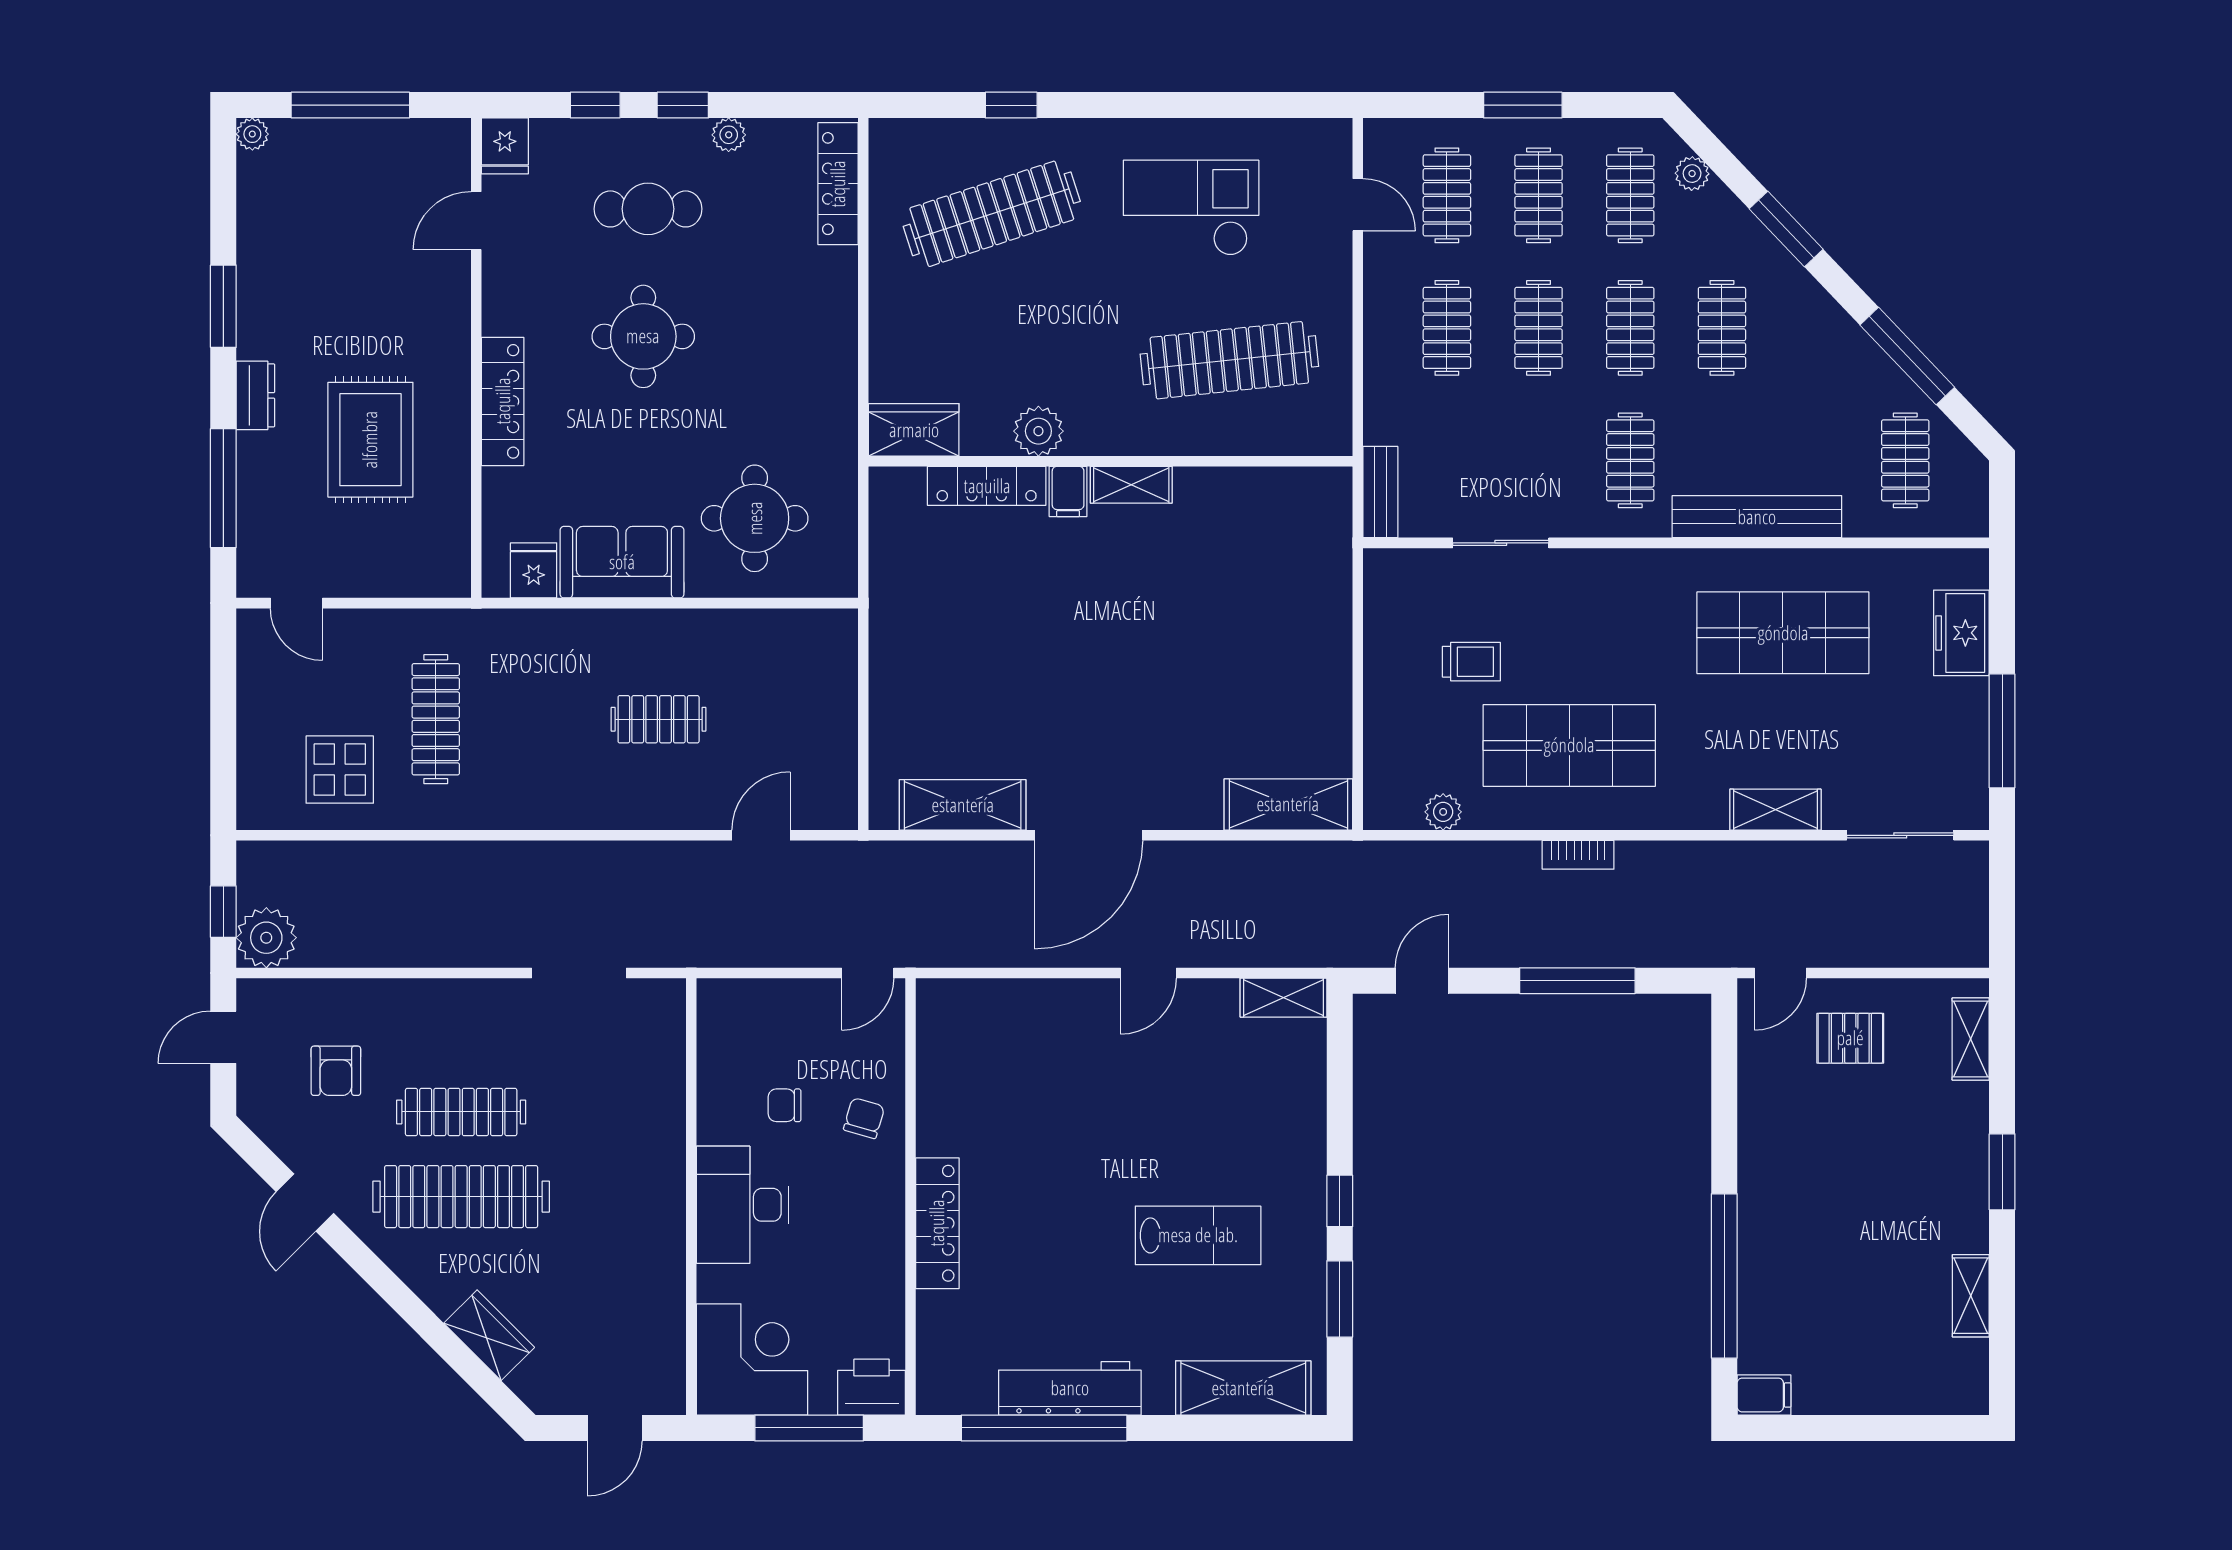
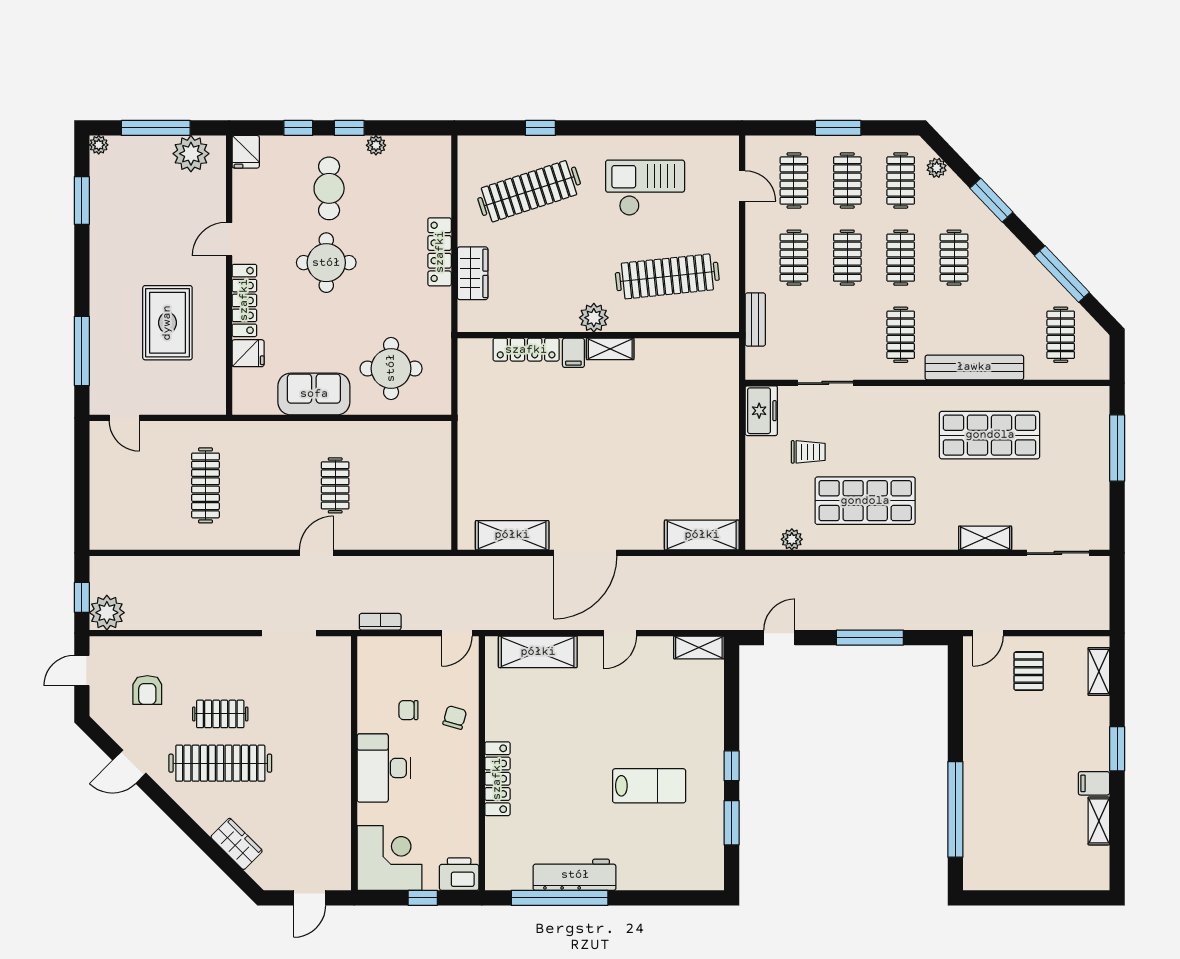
plant: (411, 149) -> (191, 154), added
locker: (838, 184) -> (440, 252), moved
cafe table: (648, 209) -> (329, 188), turned 90
door: (476, 221) -> (229, 239), moved
window: (223, 306) -> (82, 200), moved
dresser: (255, 395) -> (101, 297), removed
wardrobe: (914, 430) -> (473, 273), moved, turned 90
plant: (1038, 431) -> (594, 318), moved
bench: (1380, 492) -> (755, 319), moved
fridge: (534, 570) -> (248, 353), moved, turned 90
freezer: (1961, 633) -> (761, 411), moved, turned 180
clothes rail: (659, 719) -> (335, 485), turned 90
window: (2002, 731) -> (1117, 448), moved
display table: (340, 770) -> (150, 515), removed
door: (761, 835) -> (316, 553), moved
bookcase: (1578, 855) -> (380, 622), moved, turned 180
pallet: (1850, 1038) -> (1029, 671), turned 90
clothes rail: (461, 1112) -> (220, 714), width x0.73
door: (305, 1203) -> (129, 767), hinge flipped
shelving: (1243, 1388) -> (538, 652), moved
filing cabinet: (1764, 1395) -> (1094, 783), moved, turned 180
window: (809, 1428) -> (423, 898), width x0.46

